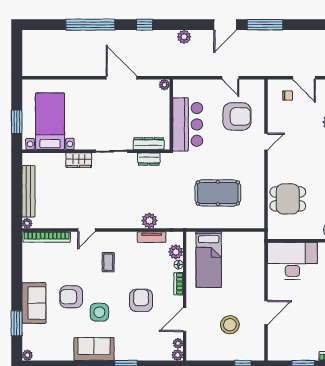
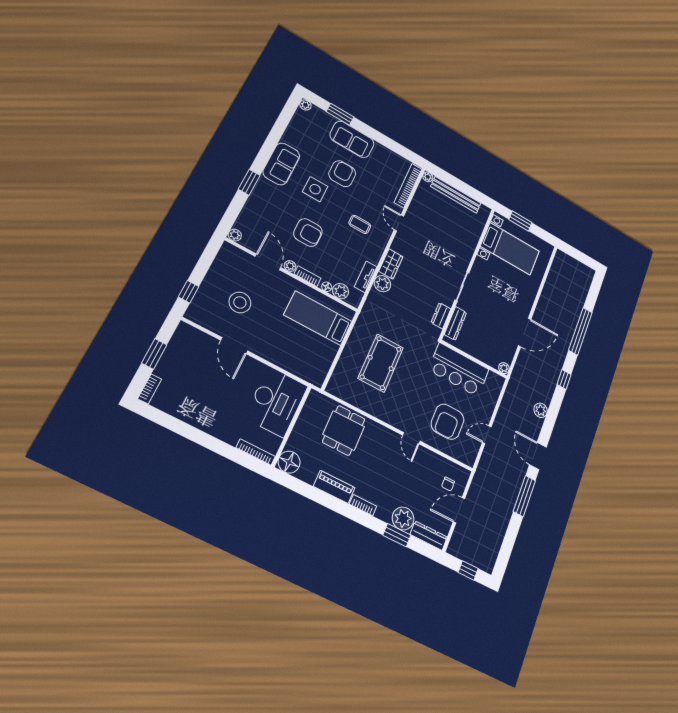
wardrobe: (79, 160) -> (391, 264), moved, turned 180
plant: (178, 343) -> (290, 266), moved

